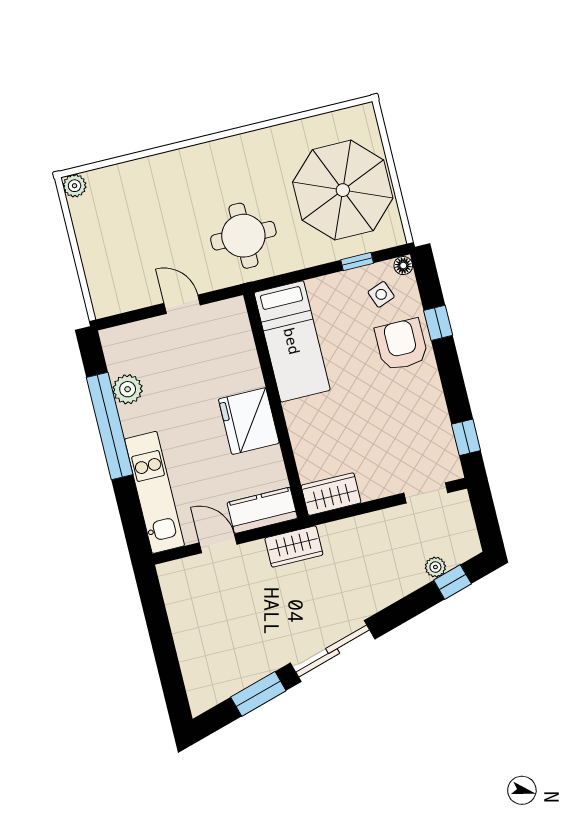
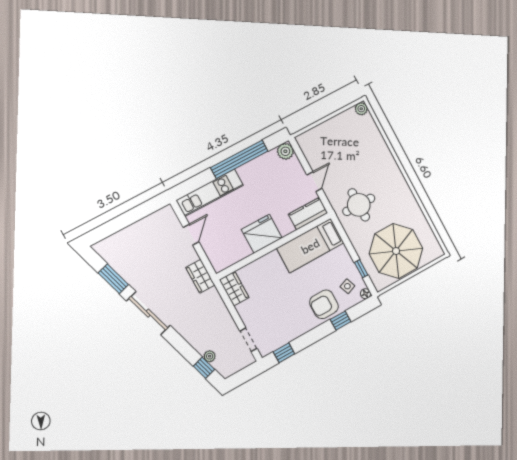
armchair: (401, 345) -> (324, 304), turned 180
plant: (128, 389) -> (285, 151), moved
kitchen counter: (262, 510) -> (308, 214), moved, turned -90

